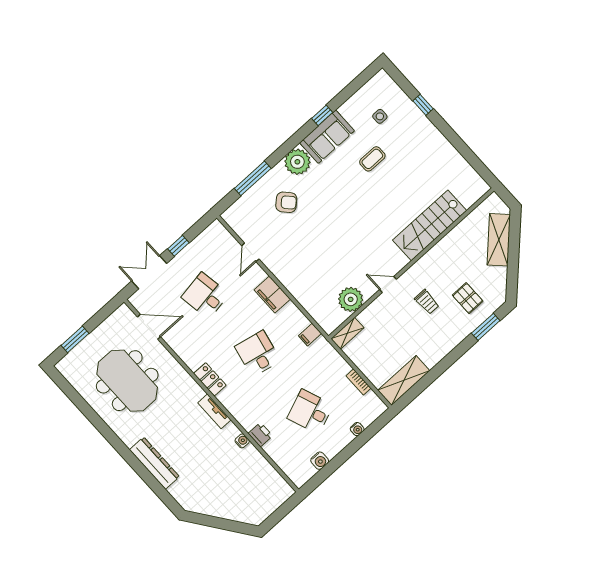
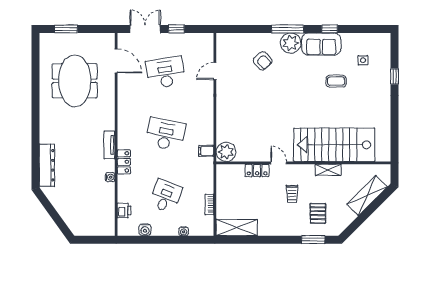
window: (253, 178) -> (288, 29), moved
stairs: (430, 225) -> (334, 145), width x1.36, depth x1.51
filing cabinet: (272, 295) -> (205, 107), removed
desk: (205, 296) -> (165, 73), width x1.37
plant: (351, 299) -> (226, 152), moved
locker: (374, 310) -> (257, 170), added
shelving: (347, 333) -> (328, 170), moved
desk: (258, 354) -> (165, 134), width x1.37
locker: (210, 379) -> (124, 162), moved
desk: (310, 412) -> (165, 196), turned 42
printer: (260, 435) -> (124, 211), moved
dresser: (154, 463) -> (47, 165), moved

